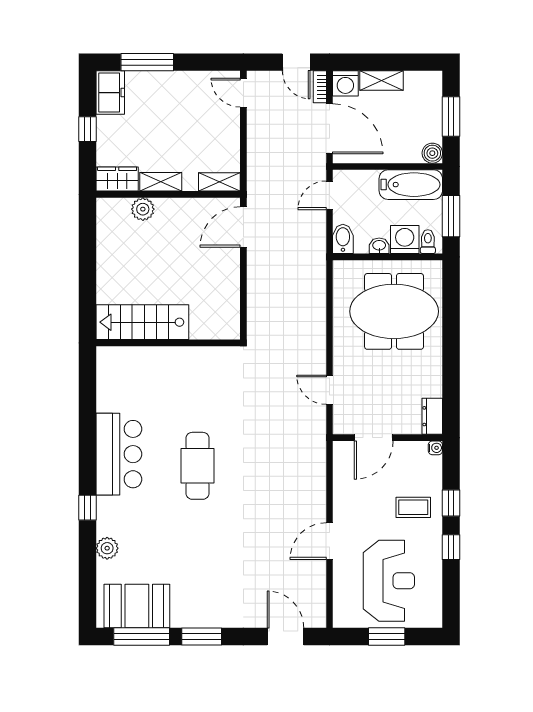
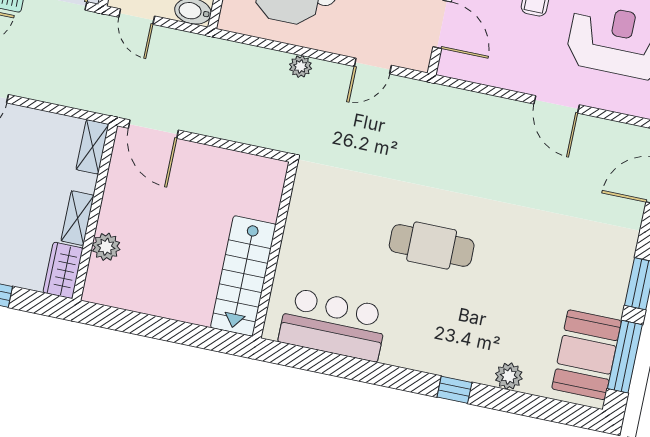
plant: (317, 333) -> (300, 66), added
bar counter: (119, 454) -> (333, 325), moved

